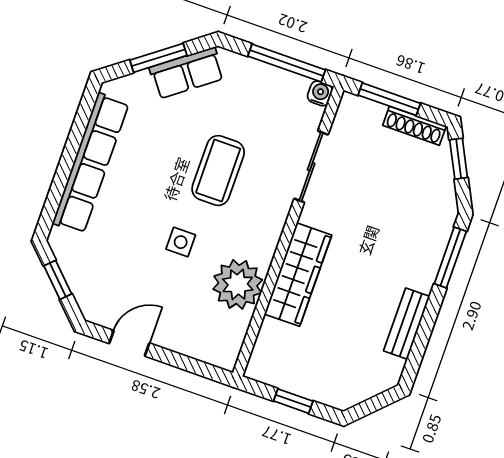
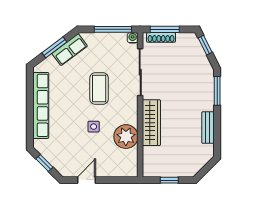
shoe rack: (414, 126) -> (161, 37), moved
sliding door: (311, 167) -> (140, 72), width x1.37

